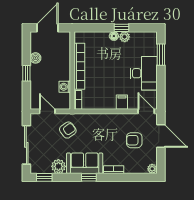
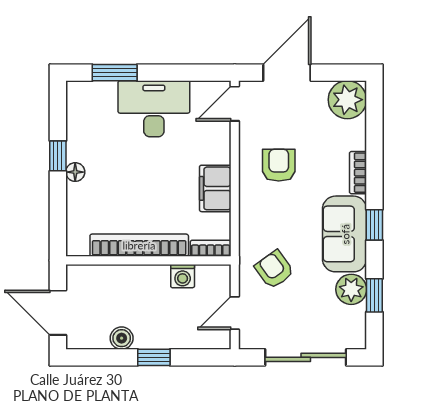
plant: (125, 37) -> (77, 149), removed
filing cabinet: (122, 102) -> (215, 188), moved, width x2.00
armchair: (134, 140) -> (279, 165), moved, turned 180
plant: (152, 169) -> (347, 100), width x1.87, depth x1.87
window: (44, 177) -> (374, 295), moved

